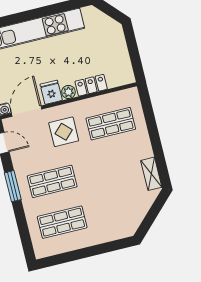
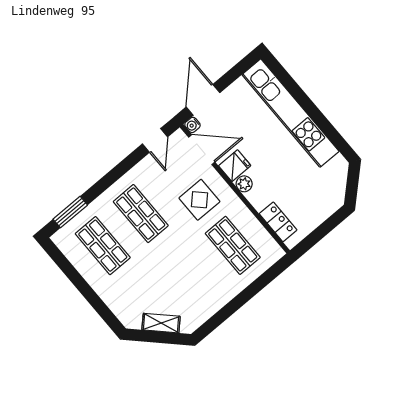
locker: (91, 85) -> (278, 222), moved
shelving: (151, 174) -> (161, 323), moved, turned 45
window: (13, 186) -> (70, 212), moved

